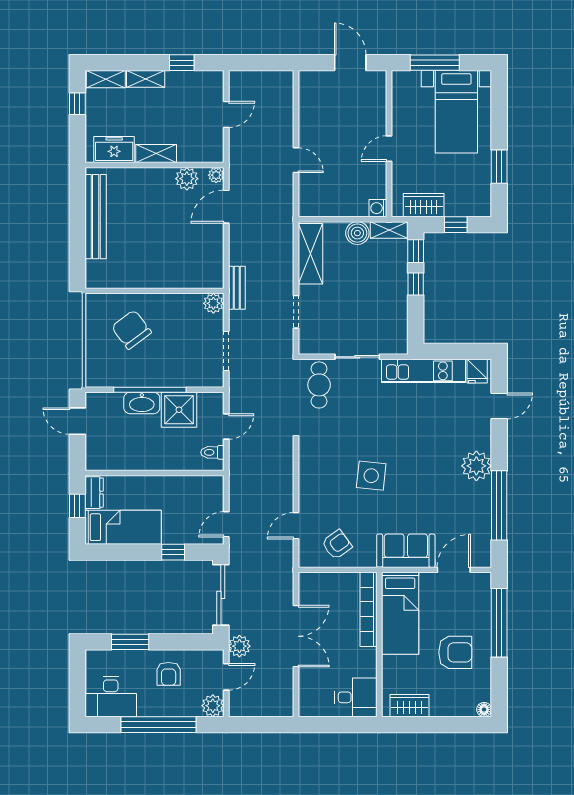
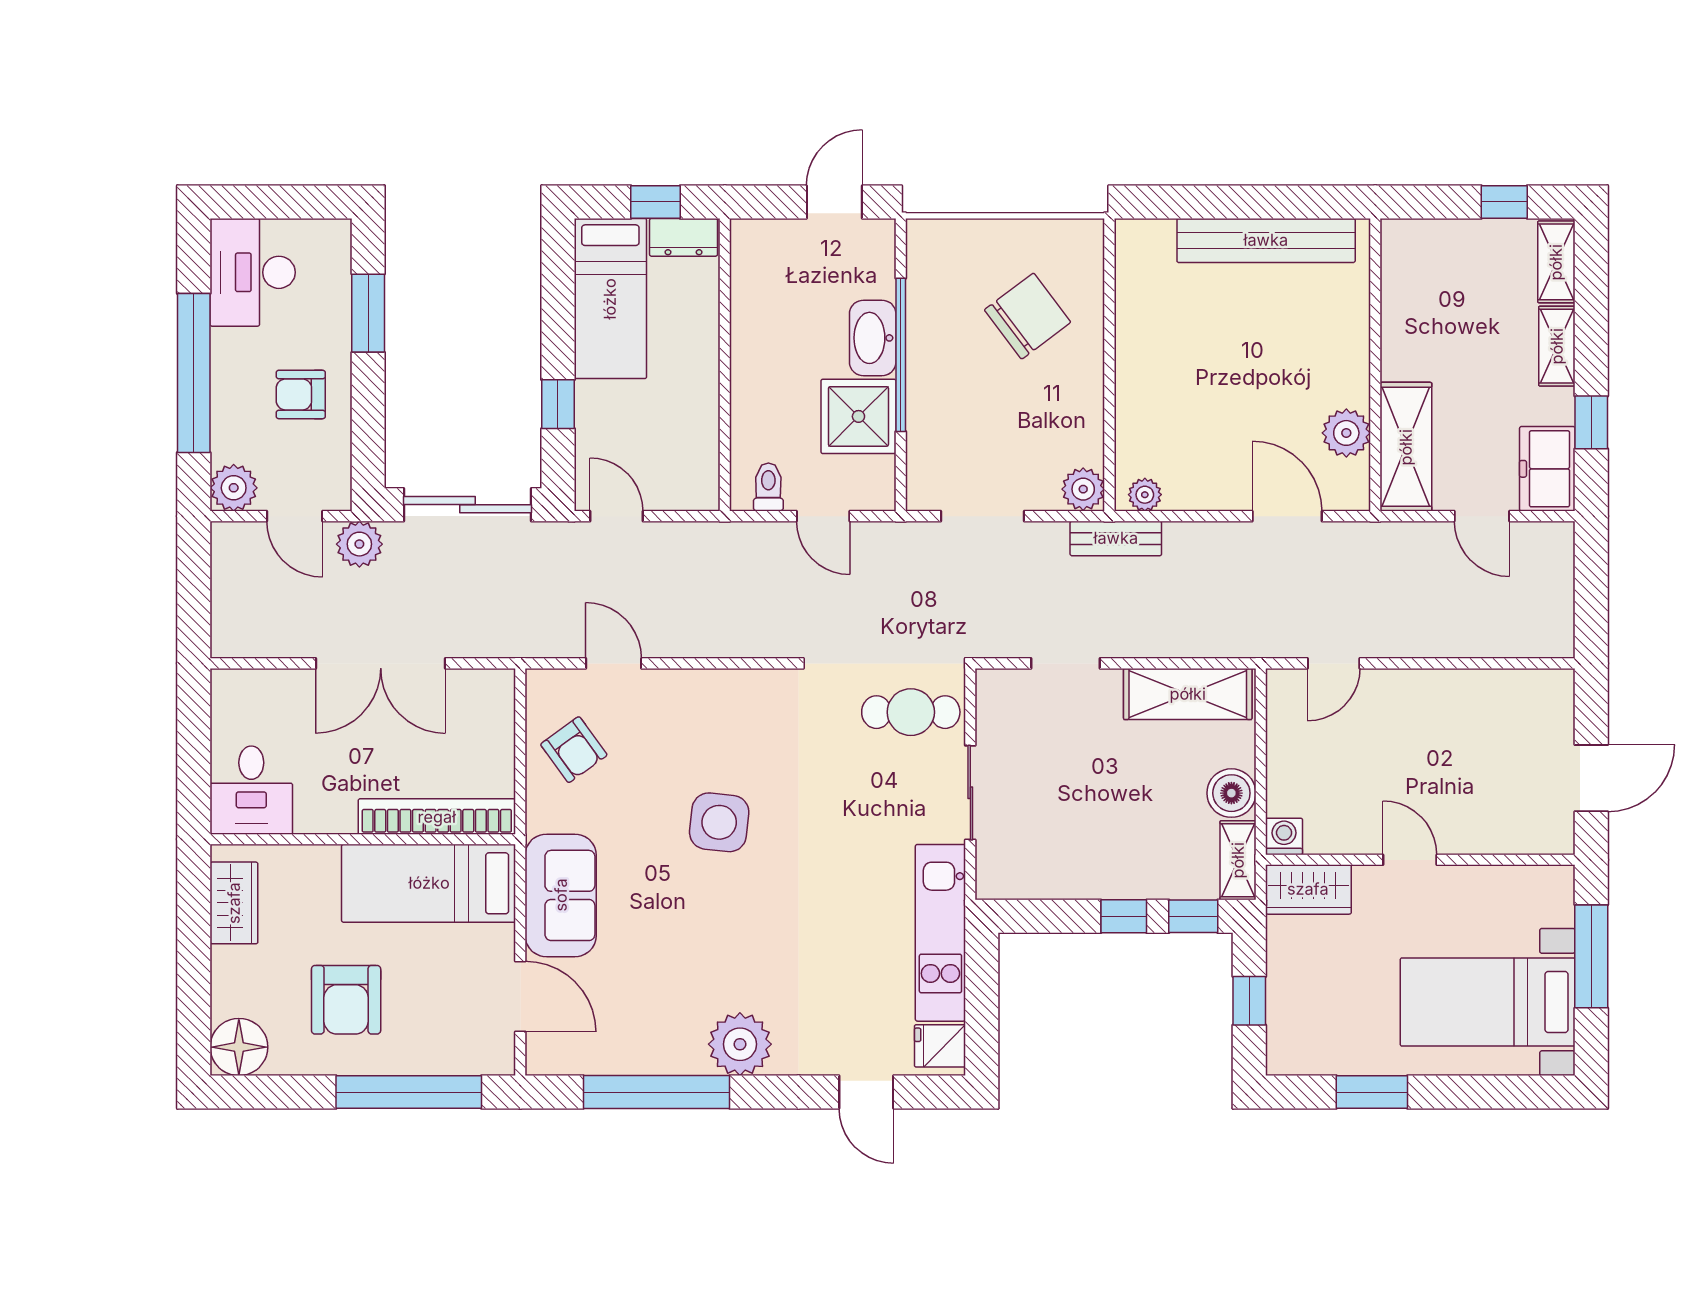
freezer: (114, 150) -> (1547, 469), moved, turned 180
shelving: (156, 153) -> (1406, 447), moved, width x1.50, depth x1.33
door: (296, 160) -> (1334, 663), moved
plant: (216, 175) -> (1145, 495), moved
wardrobe: (424, 205) -> (1308, 889), moved, turned 90
floor lamp: (484, 710) -> (239, 1047), width x1.89, depth x1.89

